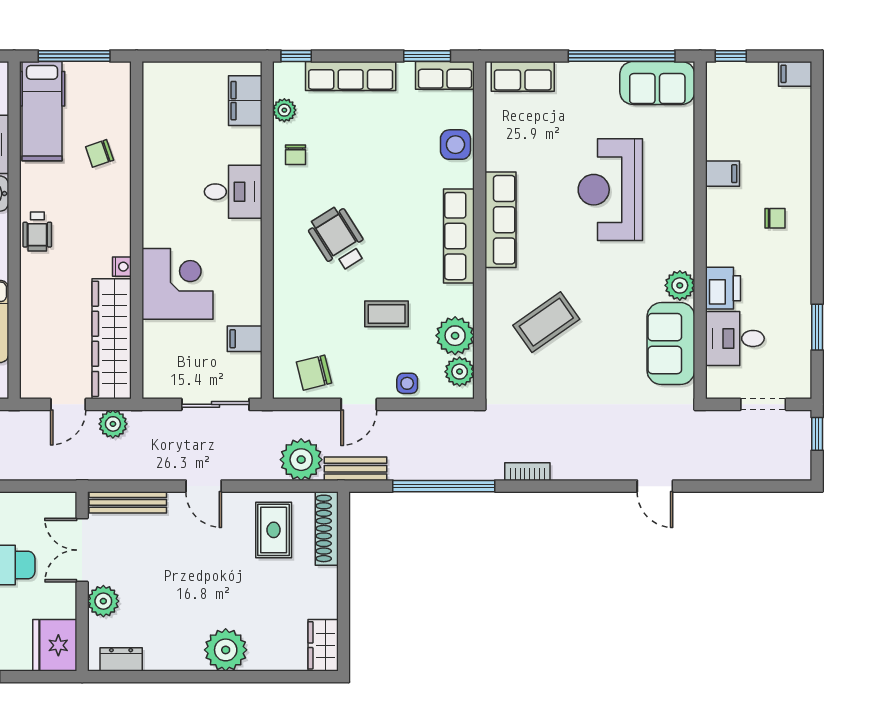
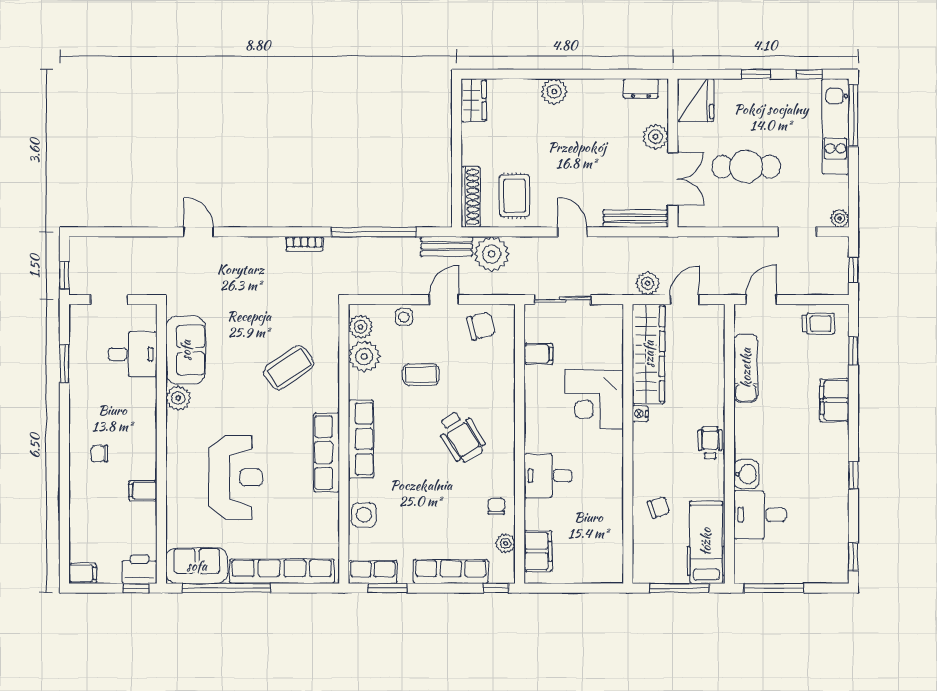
row of seats: (523, 76) -> (282, 571), width x2.02
printer: (723, 288) -> (139, 569), moved, turned 90
plant: (226, 650) -> (554, 92), width x0.73, depth x0.73

